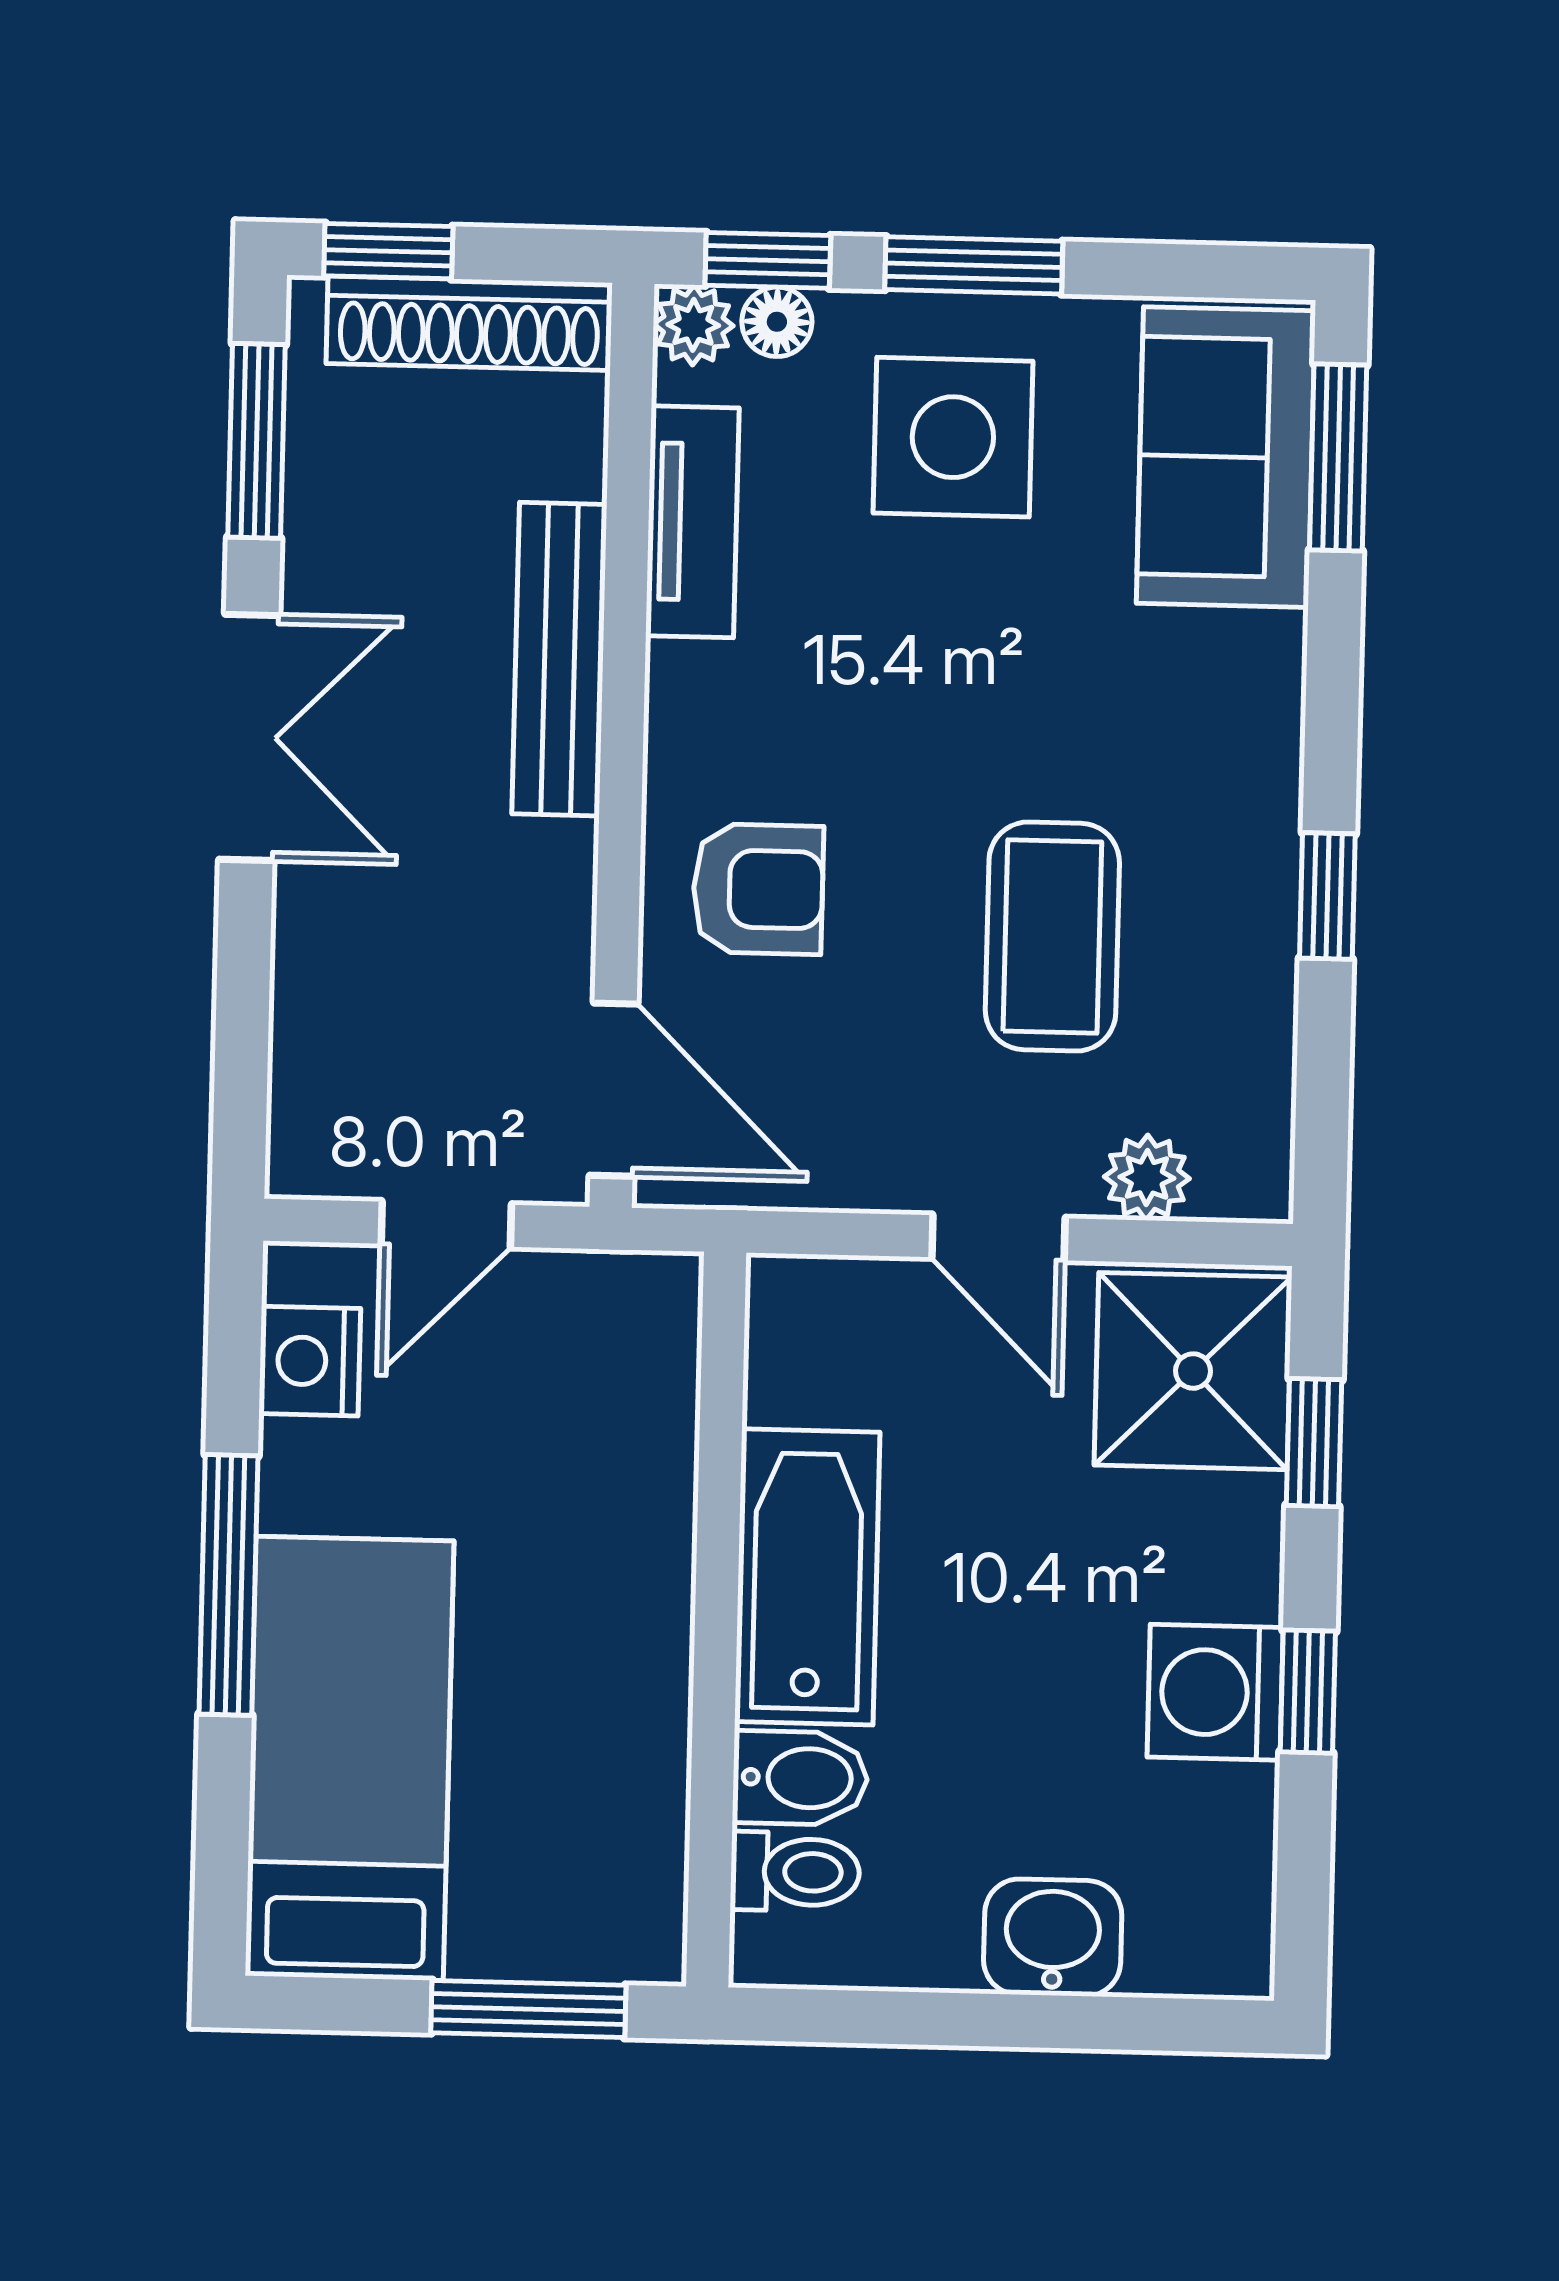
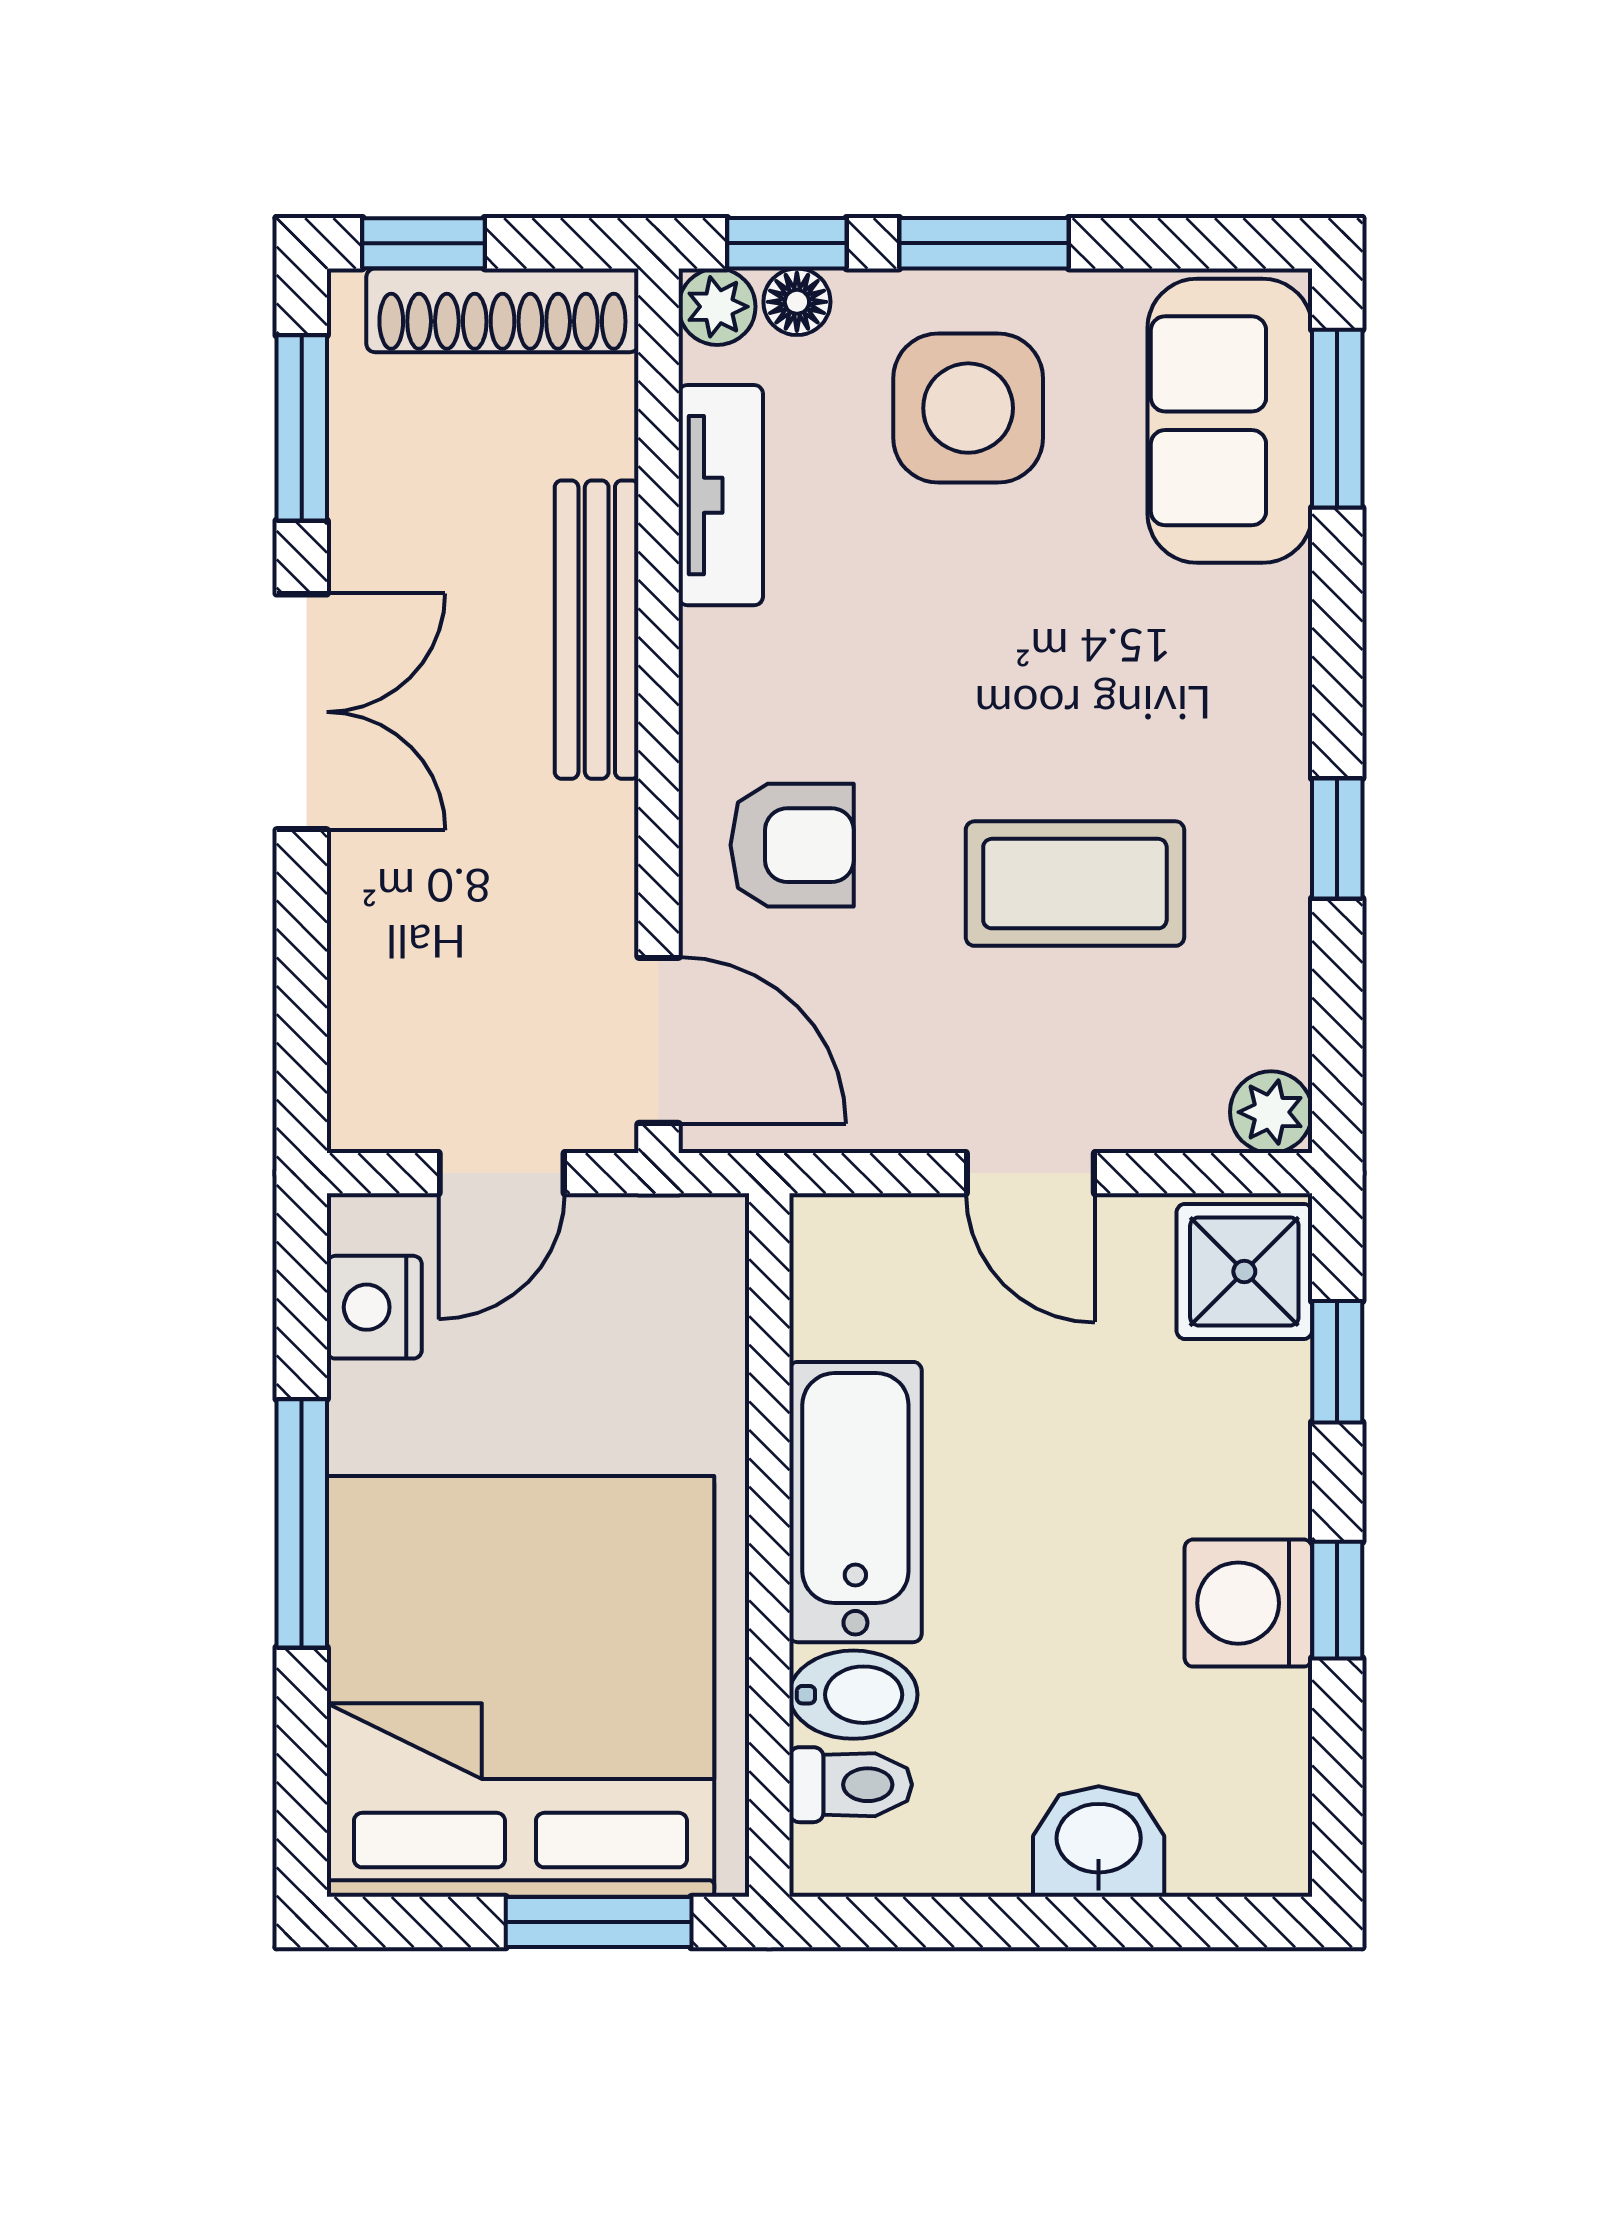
coffee table: (1052, 937) -> (1075, 884), turned 90
plant: (1147, 1178) -> (1271, 1112), moved
shower: (1193, 1371) -> (1244, 1271), width x0.73, depth x0.73
bed: (349, 1758) -> (520, 1686), width x2.04

